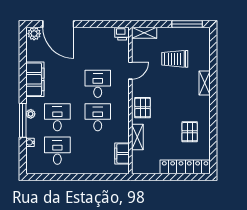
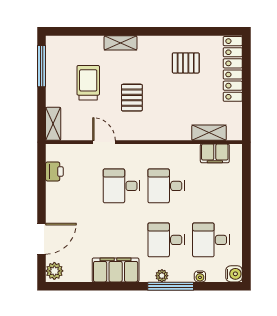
door: (58, 24) -> (42, 239), width x0.73
printer: (122, 34) -> (54, 171), moved
trolley: (175, 59) -> (88, 83), turned 180
pallet: (143, 108) -> (132, 98), moved, turned 90
shelving: (137, 137) -> (209, 133), moved
water cooler: (32, 168) -> (234, 274), added

